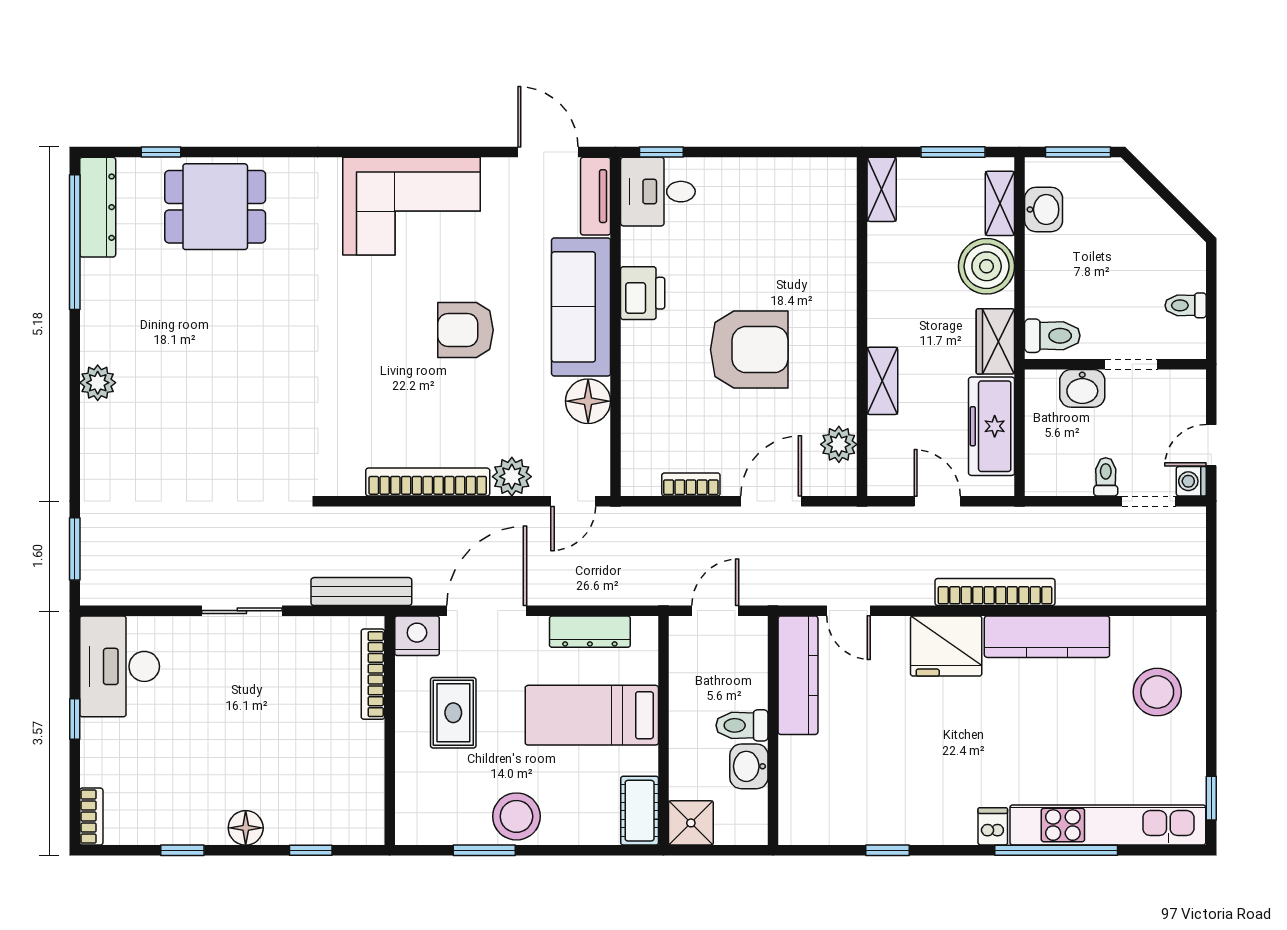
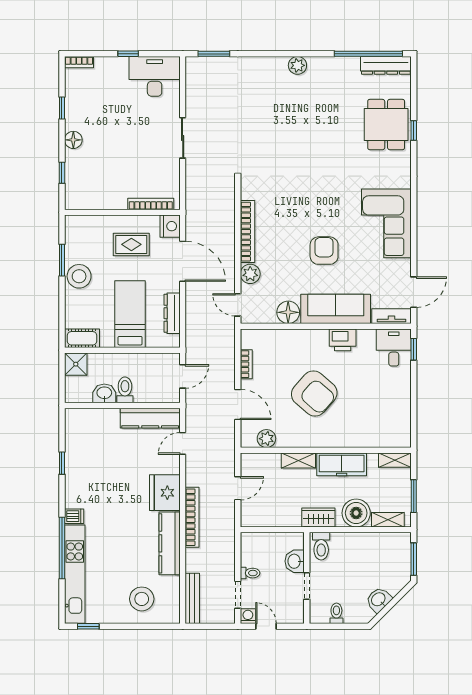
window: (161, 152) -> (414, 131), moved
washbasin: (1044, 209) -> (379, 600), moved, turned 135
armchair: (749, 350) -> (314, 394), turned -49
freezer: (992, 426) -> (342, 464), moved, turned 180
bench: (361, 592) -> (192, 598), moved
door: (715, 611) -> (183, 376), hinge flipped

